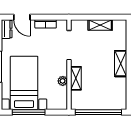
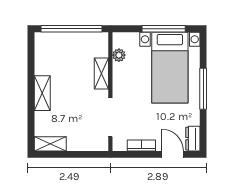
shelving: (100, 25) -> (50, 144), moved
plant: (63, 81) -> (119, 55), moved

